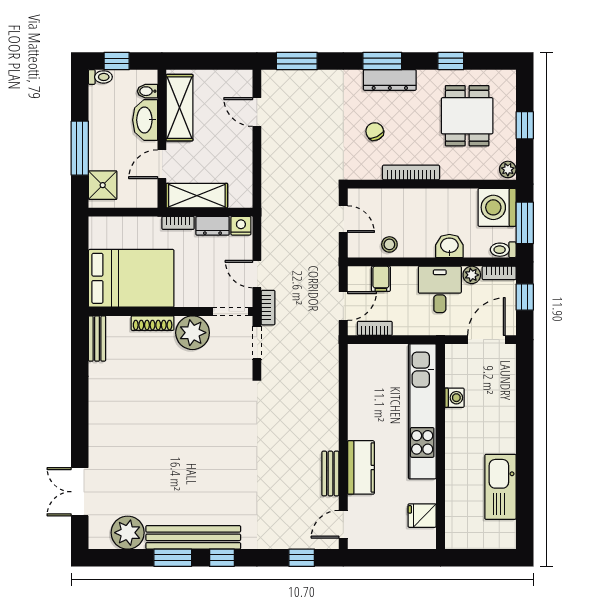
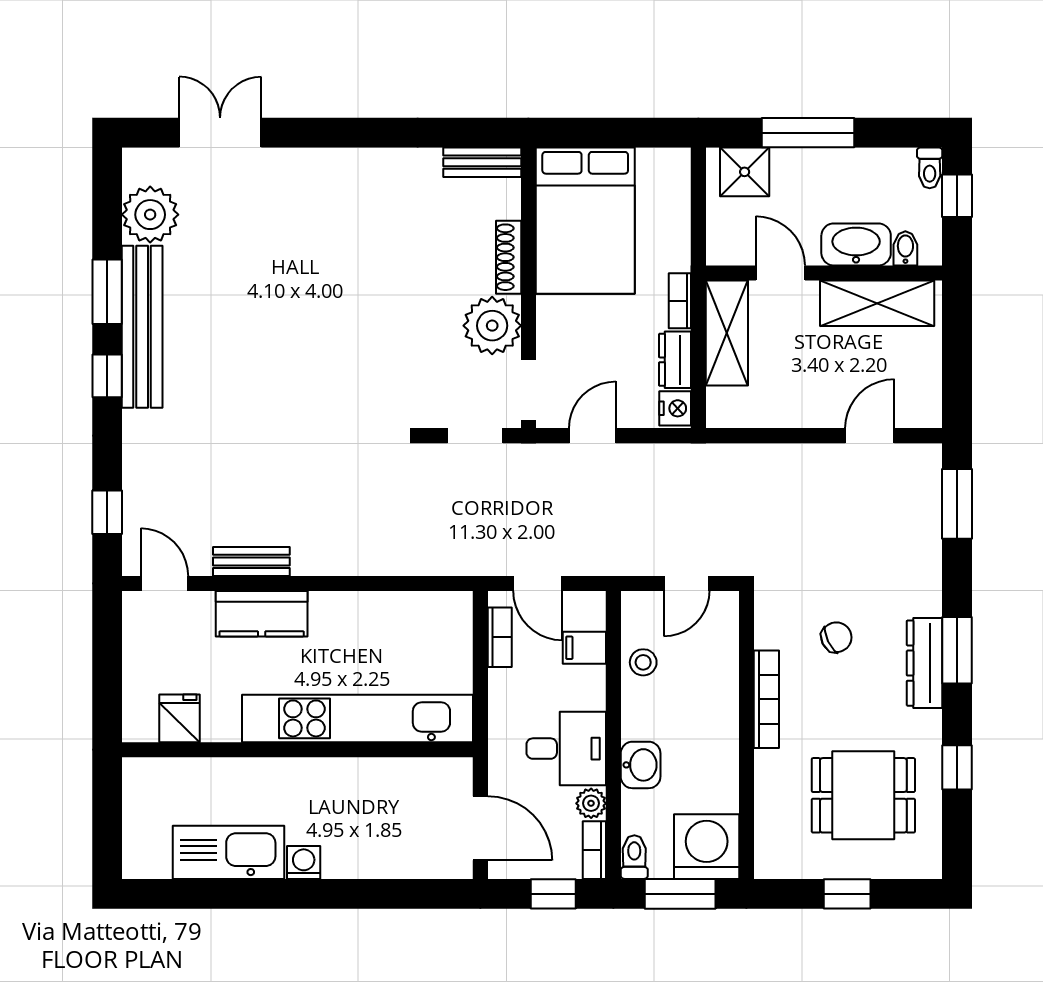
plant: (508, 169) -> (771, 865), removed
bookcase: (268, 308) -> (535, 455), removed
washing machine: (454, 398) -> (304, 862), moved, turned 180

